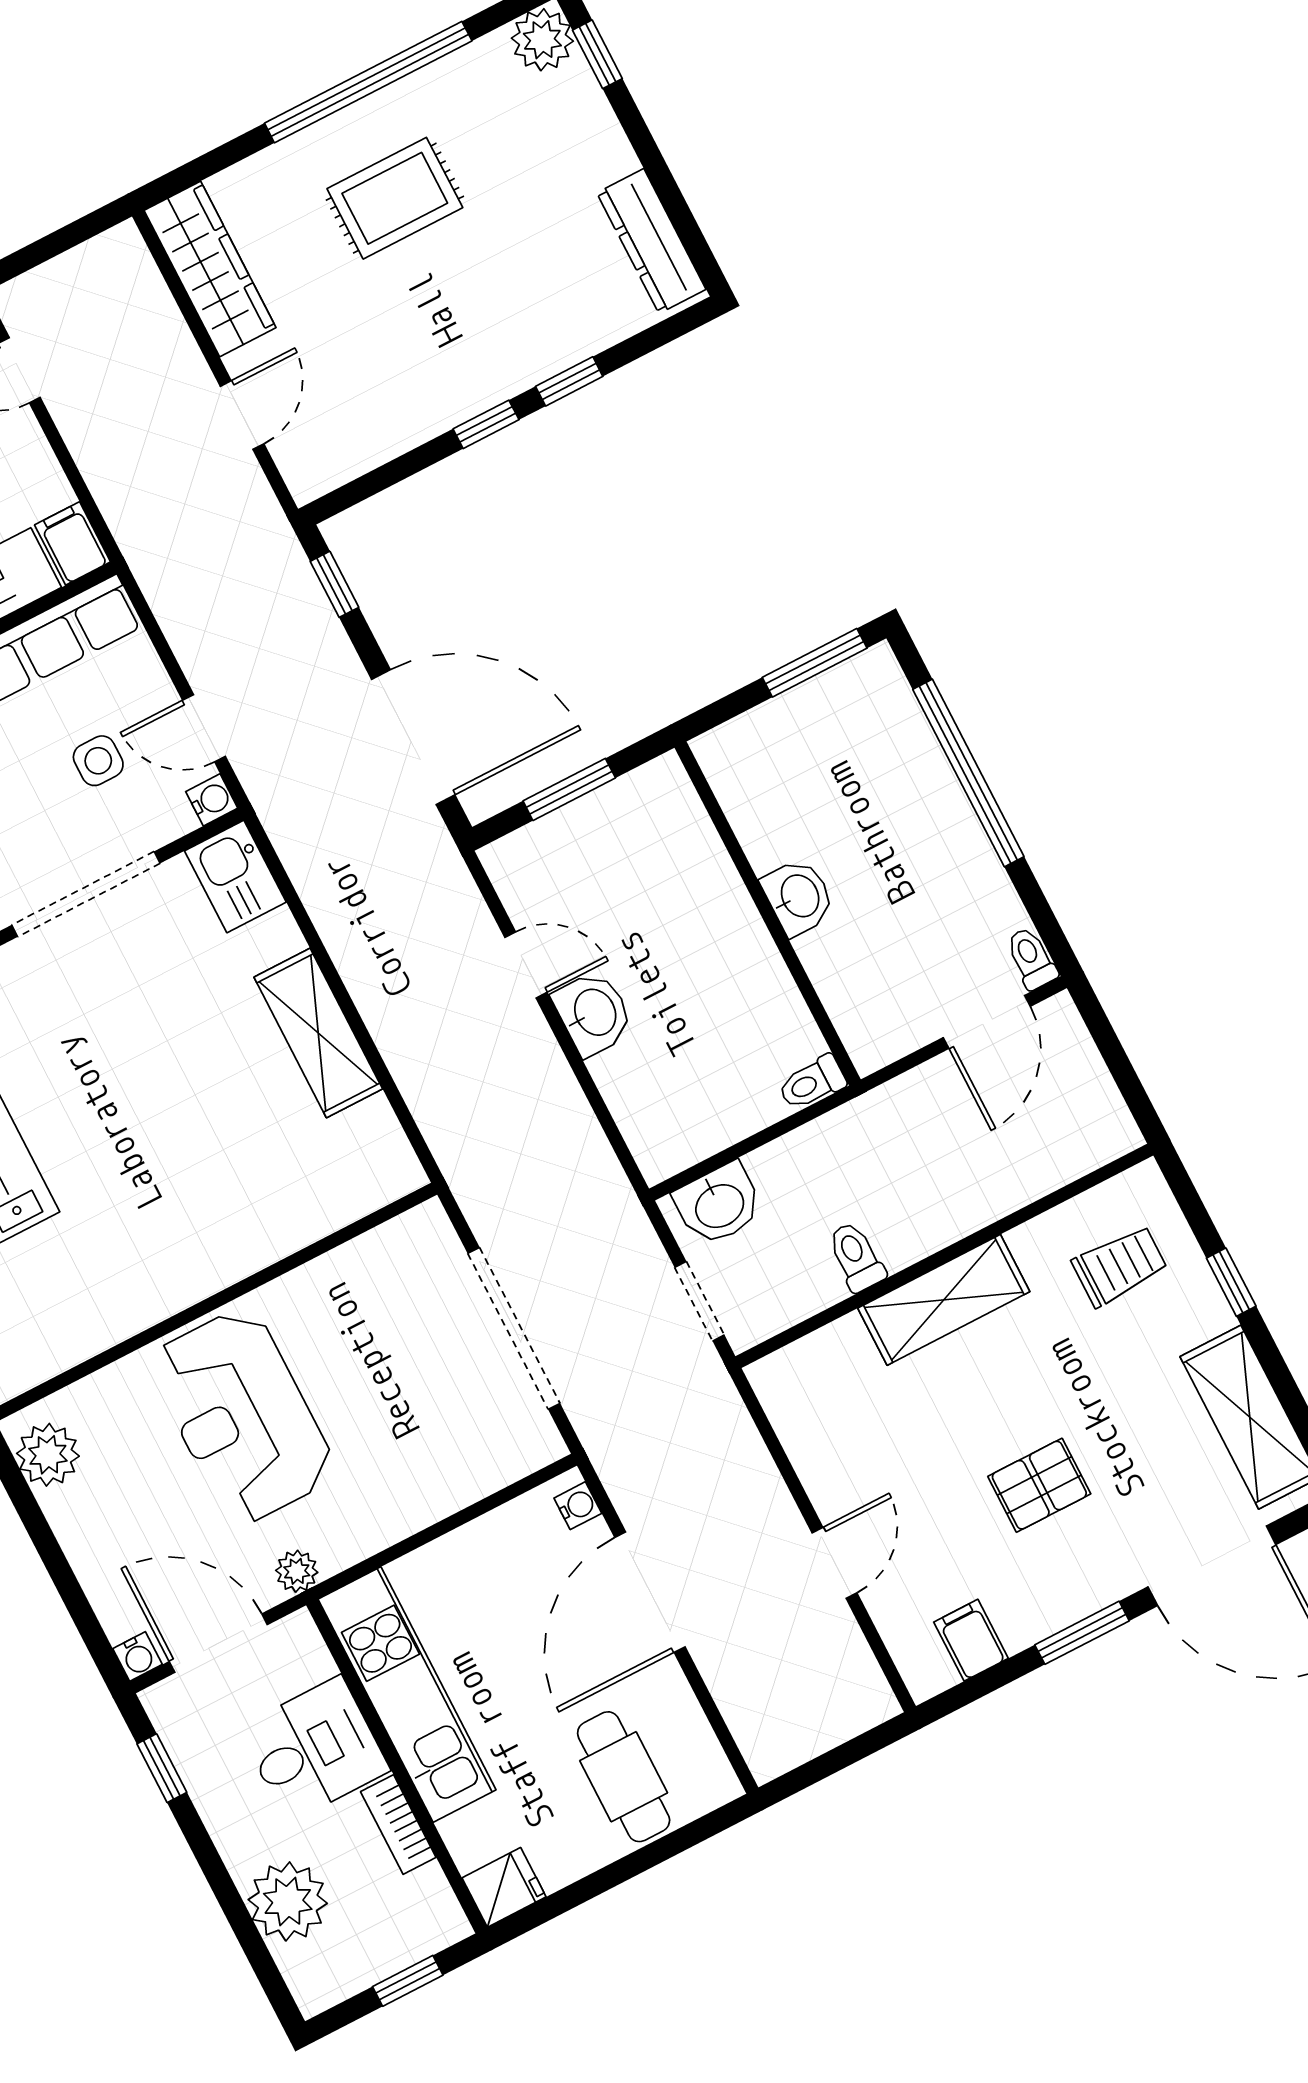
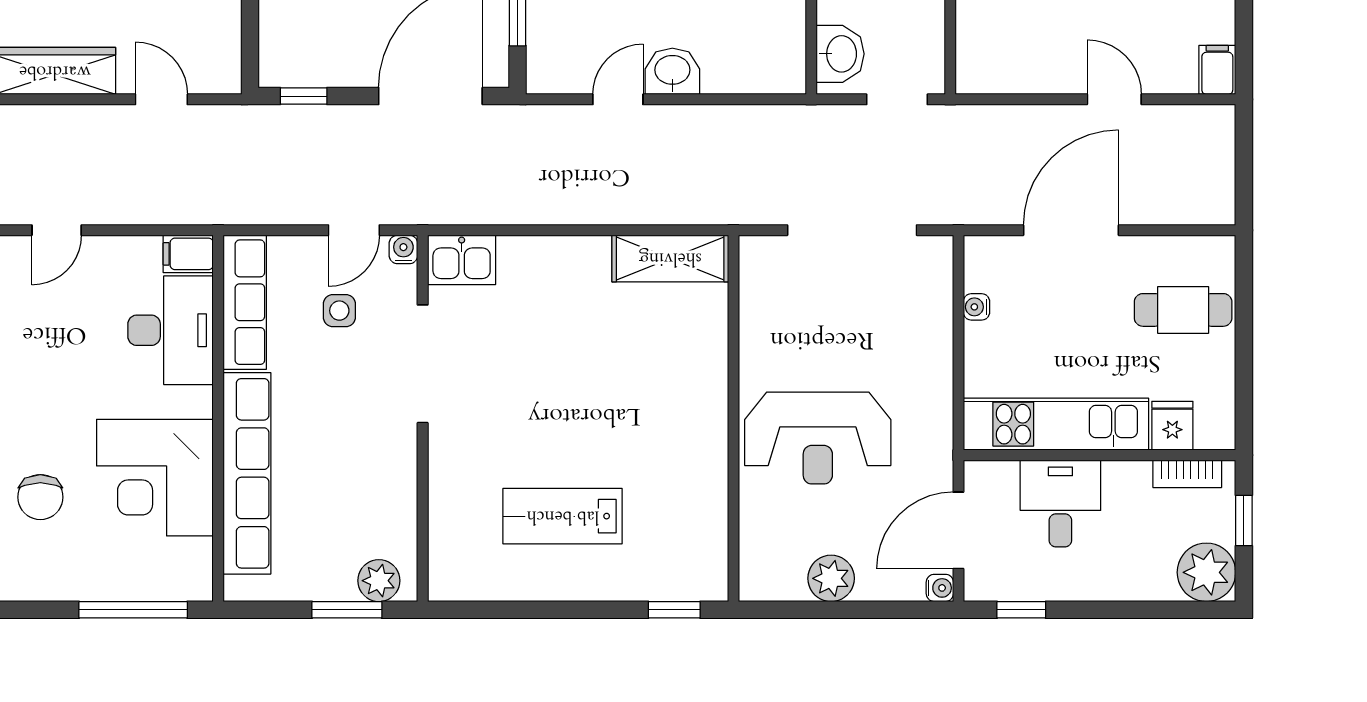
shelving: (318, 1033) -> (670, 258), moved
plant: (48, 1455) -> (831, 578), moved
water cooler: (578, 1506) -> (976, 307), moved, turned -90
plant: (297, 1571) -> (938, 455), removed
door: (650, 1592) -> (1071, 230), swing flipped
filing cabinet: (971, 1640) -> (1217, 70), moved, turned 90
bookcase: (398, 1825) -> (1187, 474), moved
fridge: (504, 1887) -> (1172, 426), moved
plant: (288, 1901) -> (1206, 572), moved

